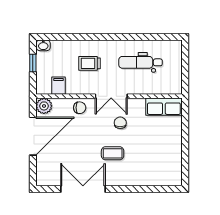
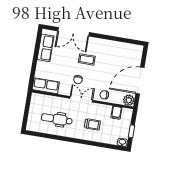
dental chair: (141, 62) -> (57, 119), turned 180
row of seats: (173, 160) -> (46, 48), added
double door: (83, 189) -> (73, 32), moved

